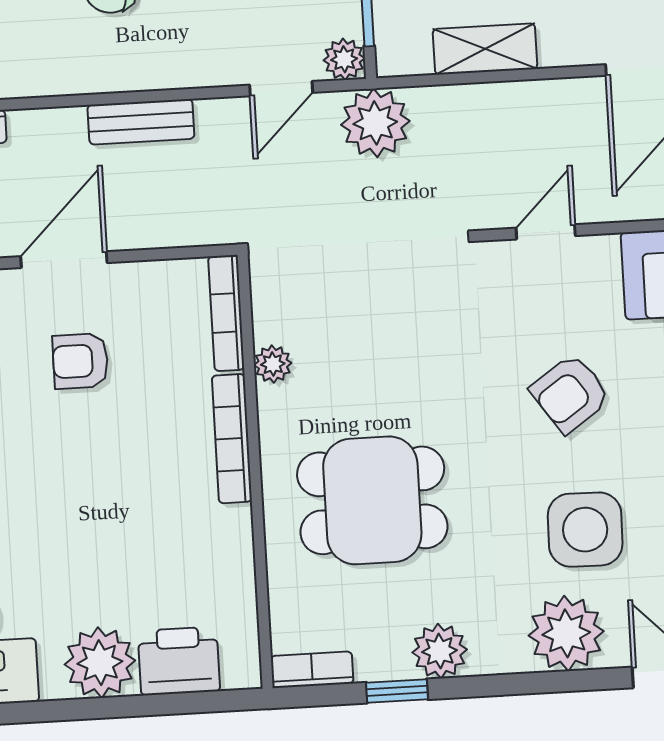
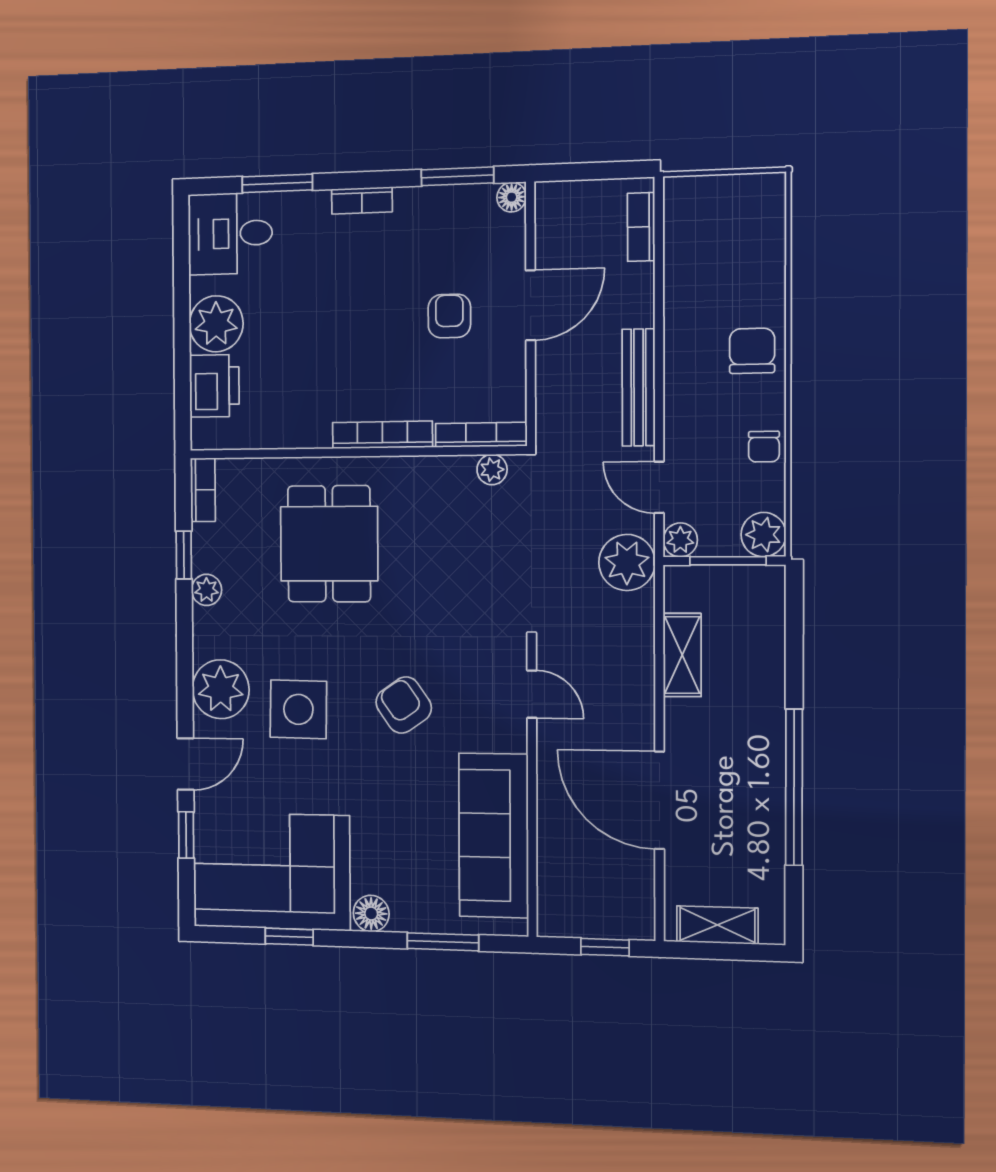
bench: (141, 122) -> (639, 387), width x1.36
door: (64, 260) -> (531, 305), hinge flipped
plant: (273, 364) -> (492, 470), moved
plant: (440, 651) -> (206, 590), width x0.73, depth x0.73

